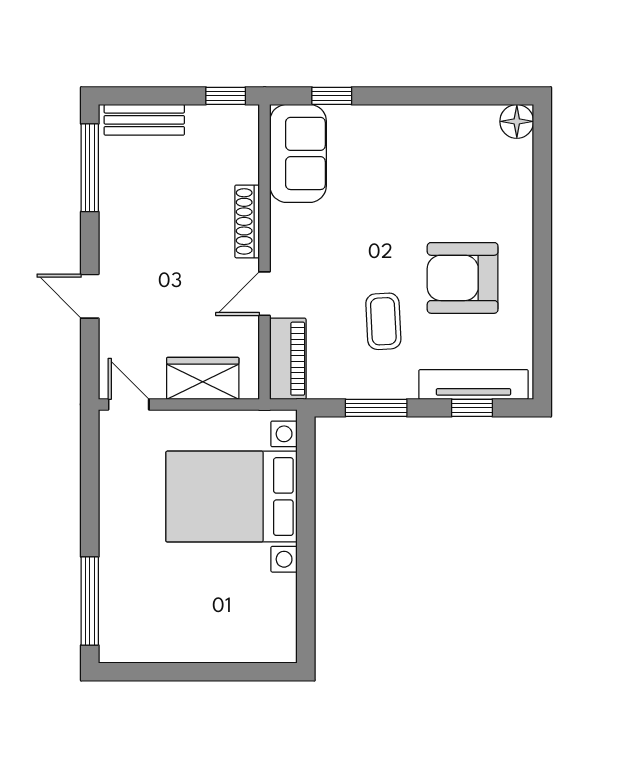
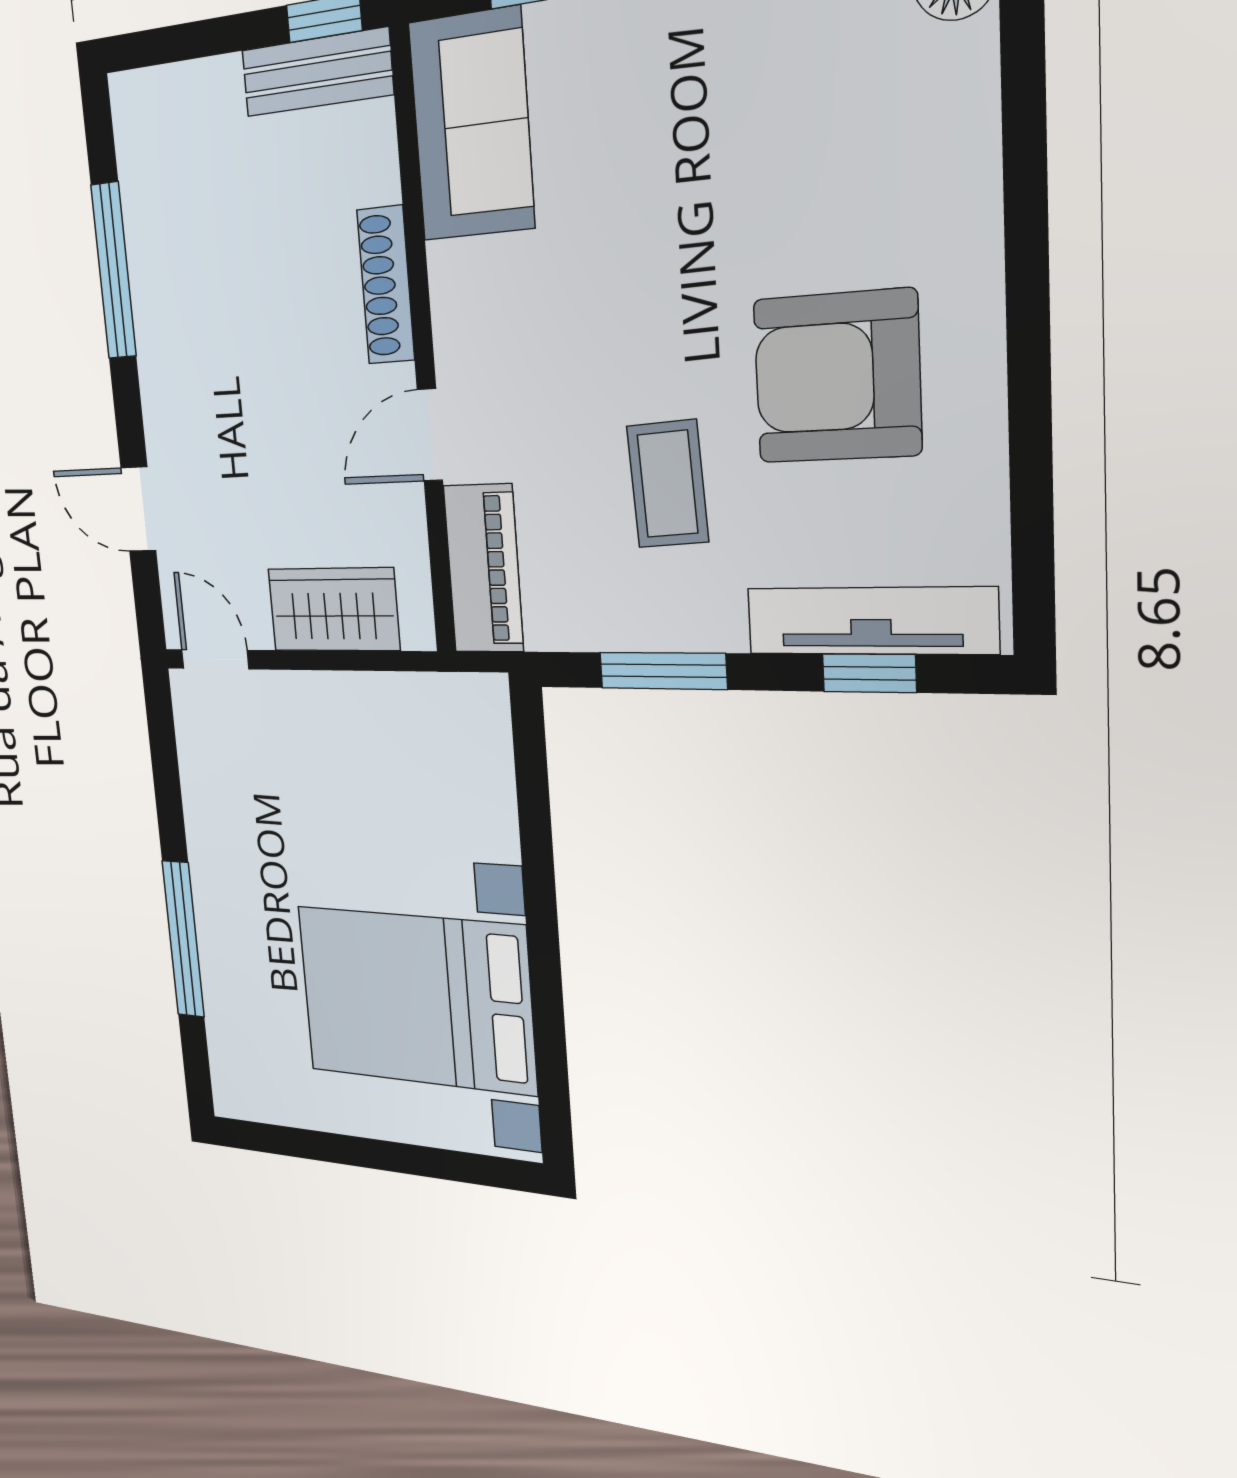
bench: (144, 120) -> (317, 72), moved
window: (90, 168) -> (113, 271), moved
door: (90, 296) -> (138, 509), moved
bed with nightstands: (232, 497) -> (416, 999), moved
window: (90, 601) -> (183, 939), moved

